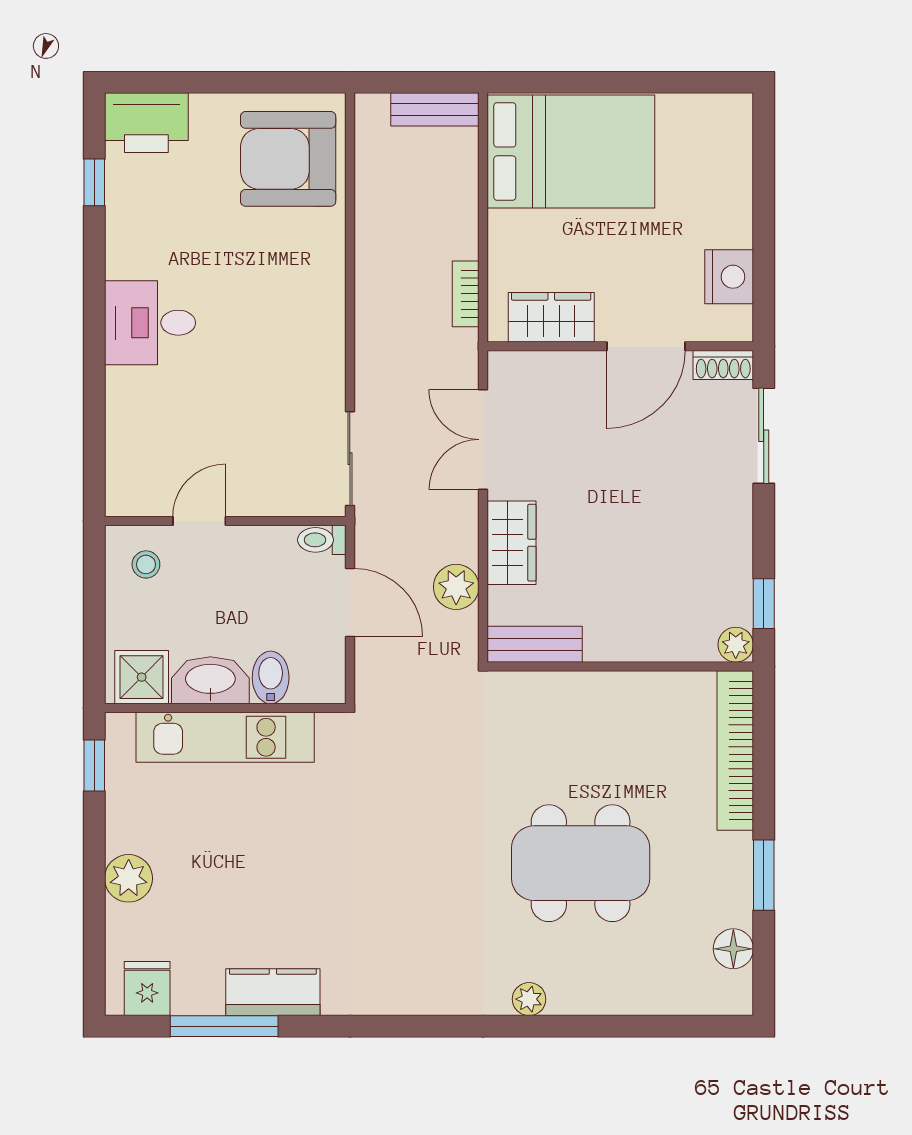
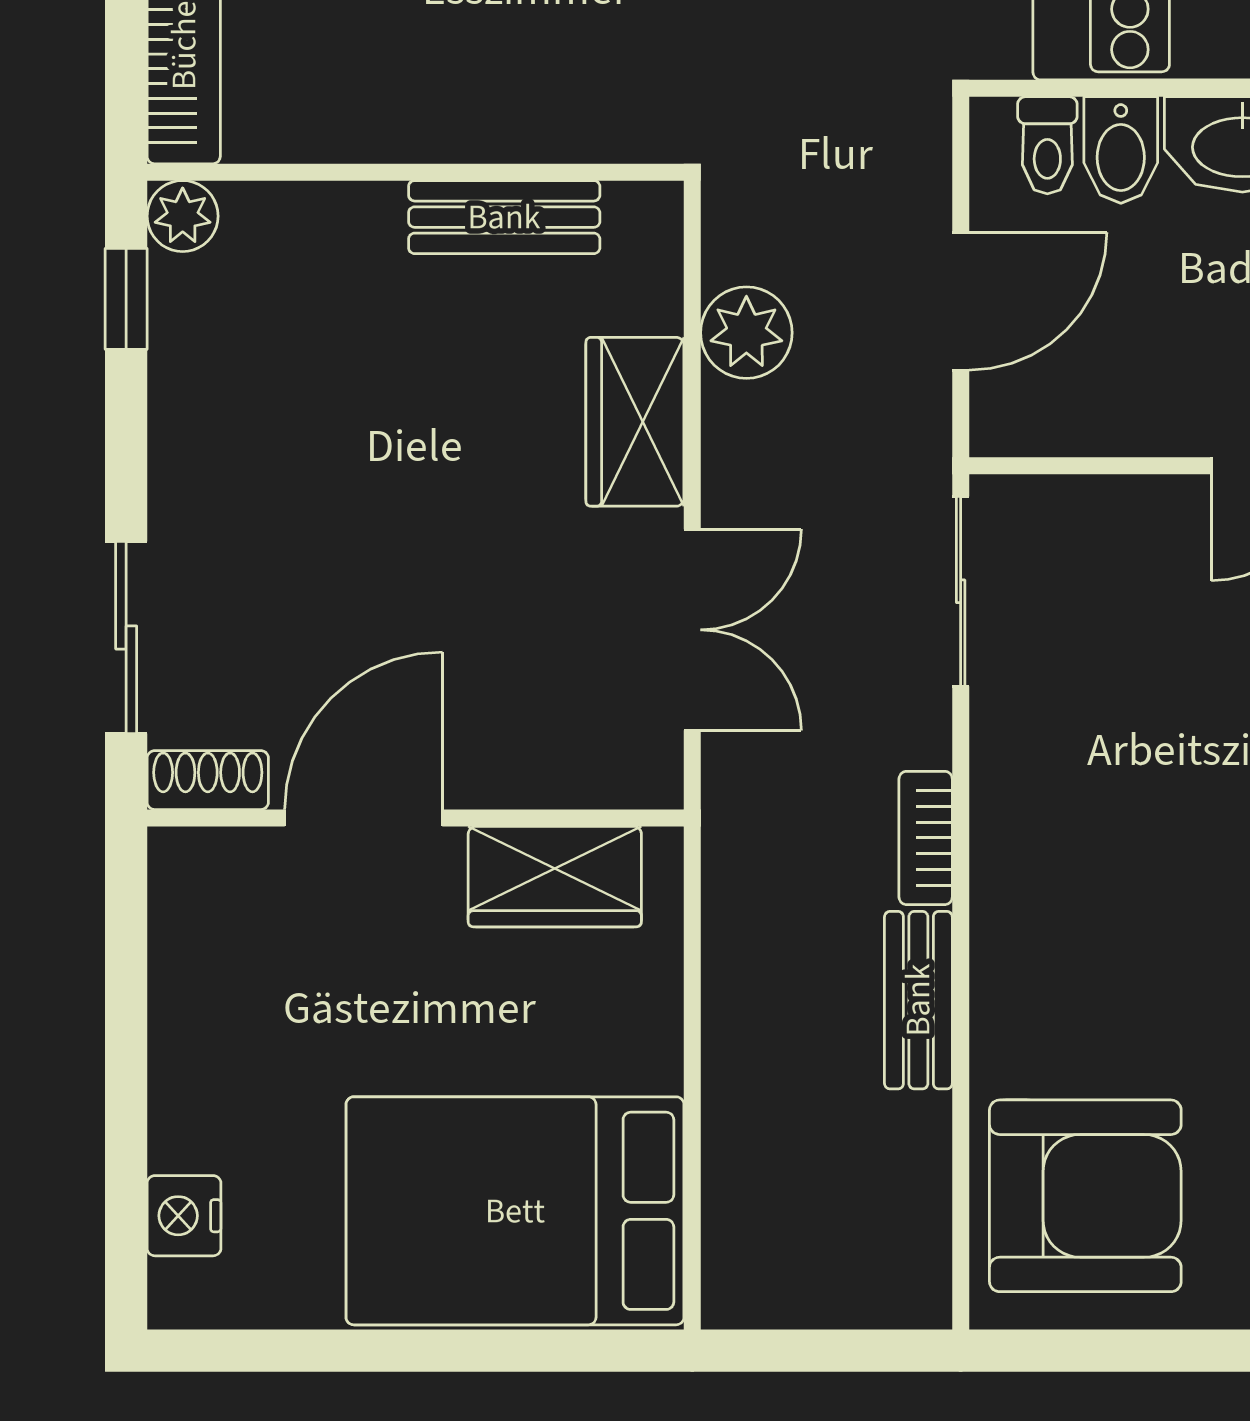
bench: (435, 109) -> (918, 1000), moved, turned 90
nightstand: (729, 277) -> (184, 1216), moved, width x0.74, depth x0.75
bookcase: (466, 294) -> (926, 838), moved, turned 180
toilet: (322, 540) -> (1047, 145), moved, turned 90
door: (350, 602) -> (961, 301), swing flipped
bench: (535, 644) -> (504, 217), moved

